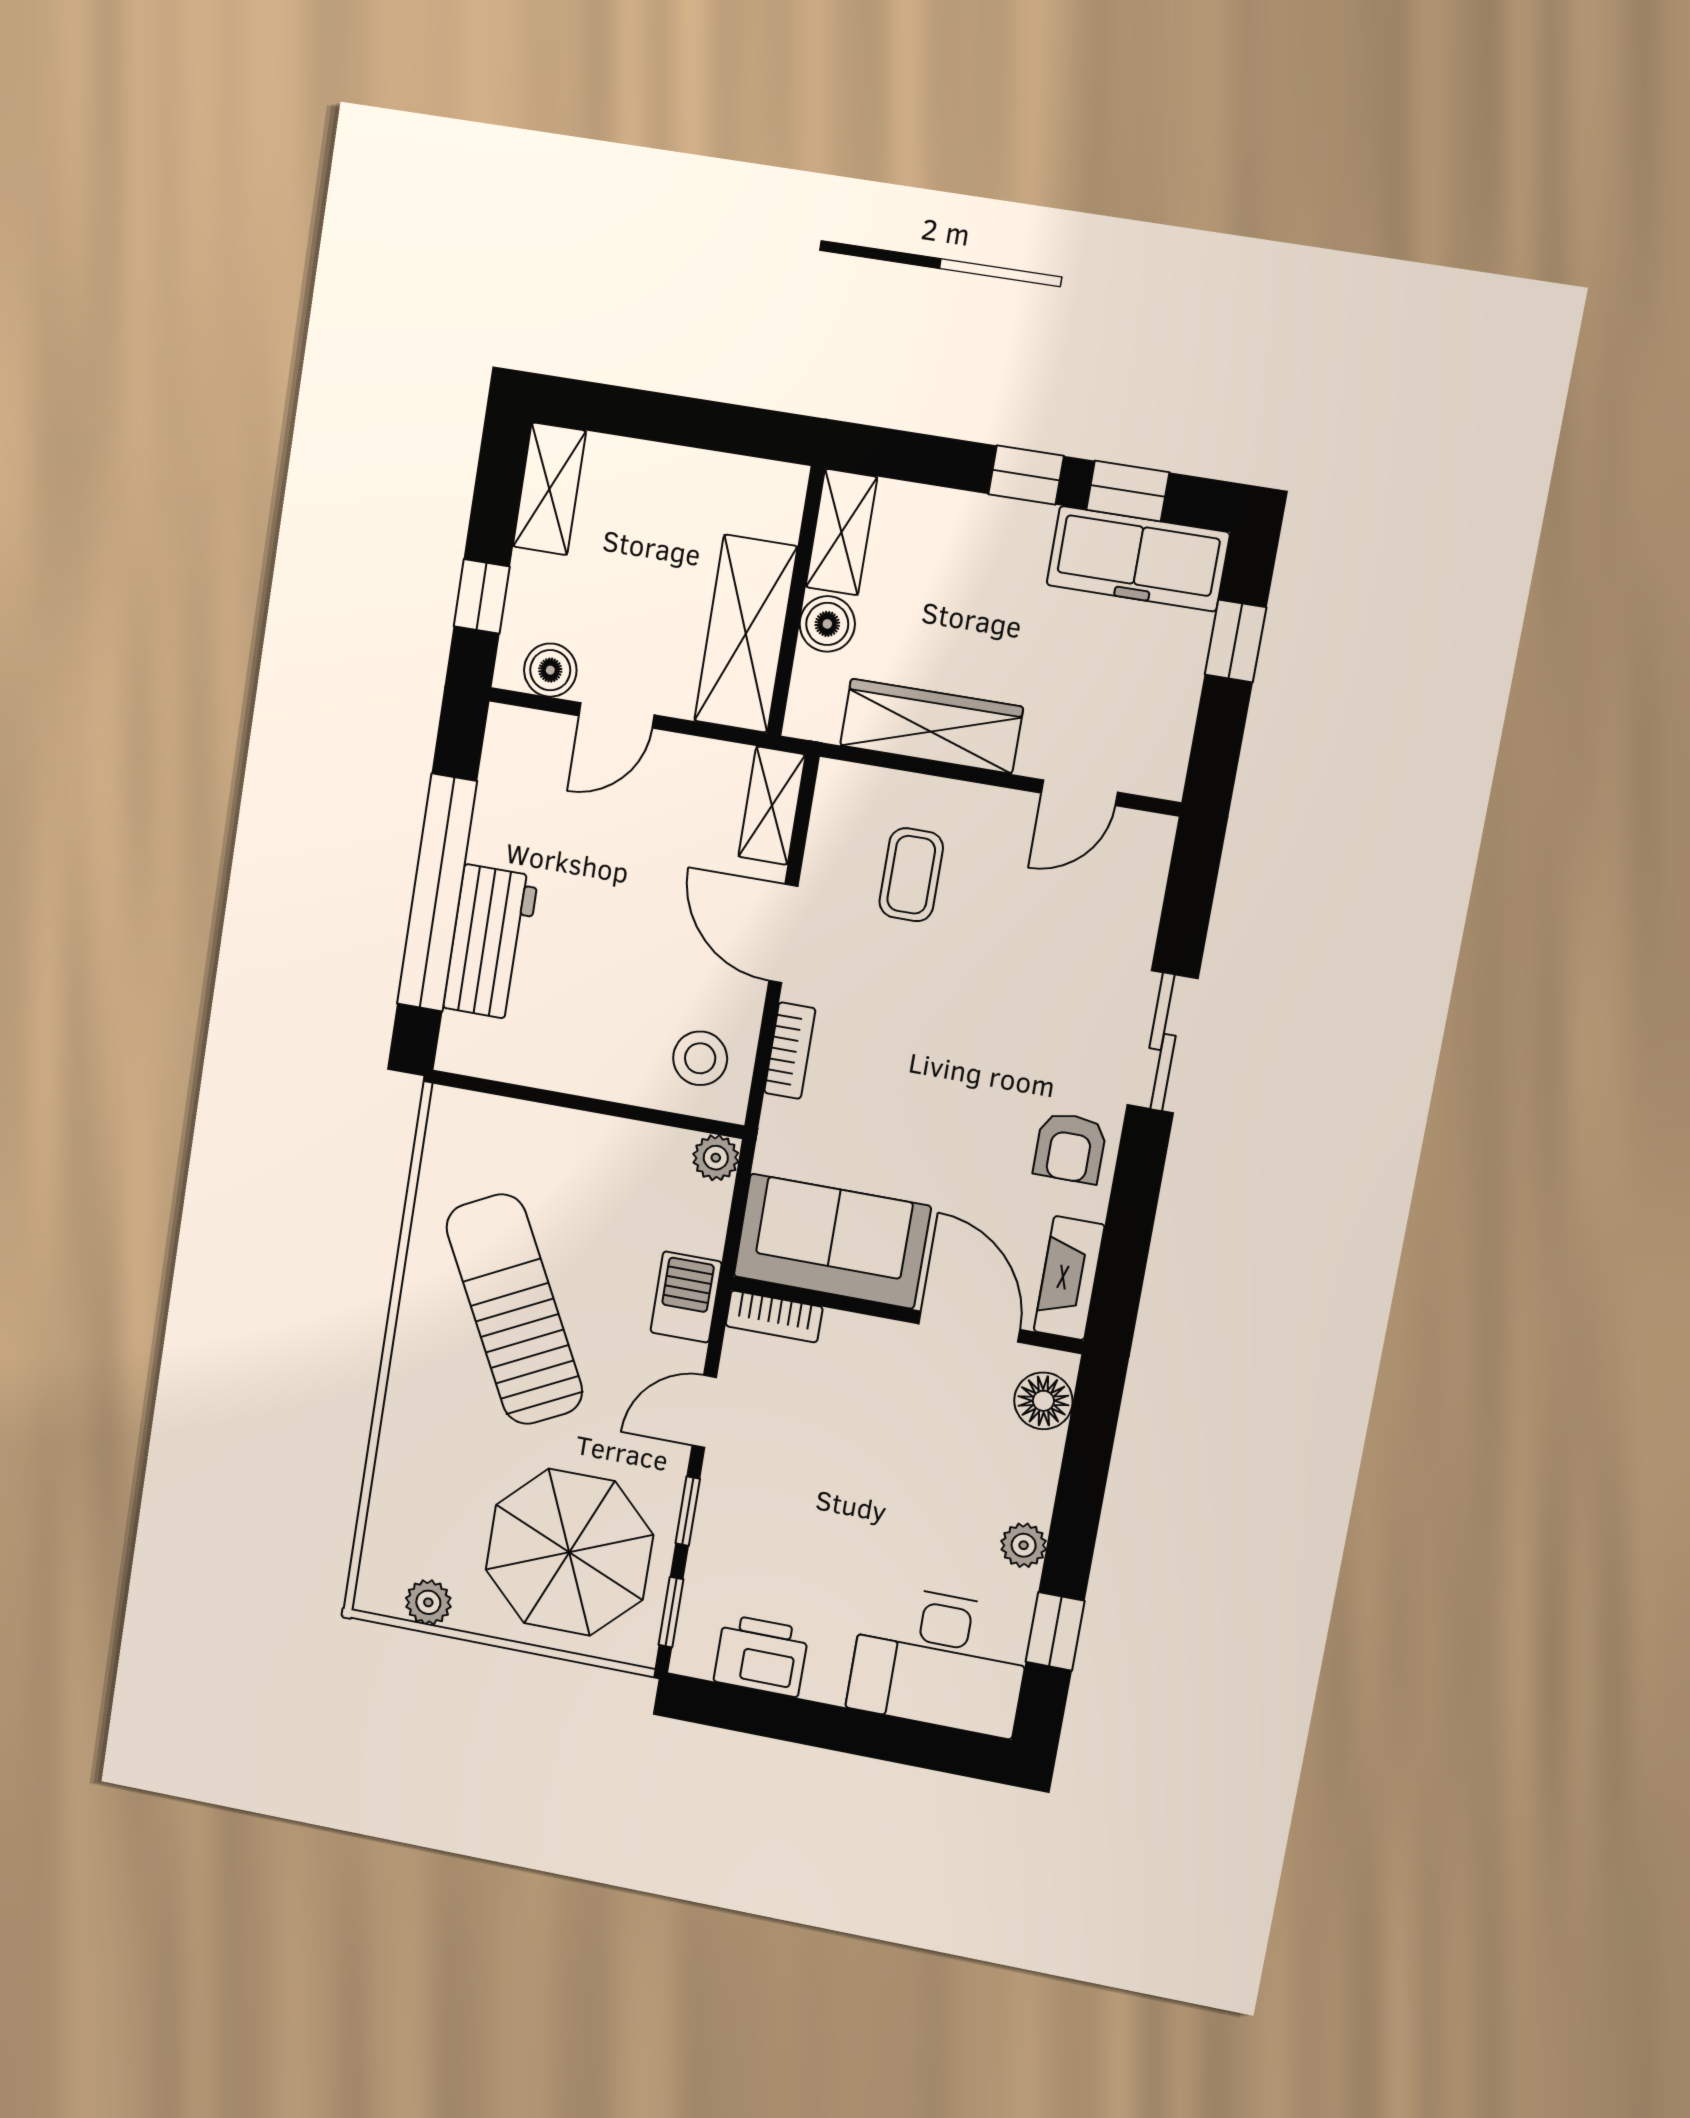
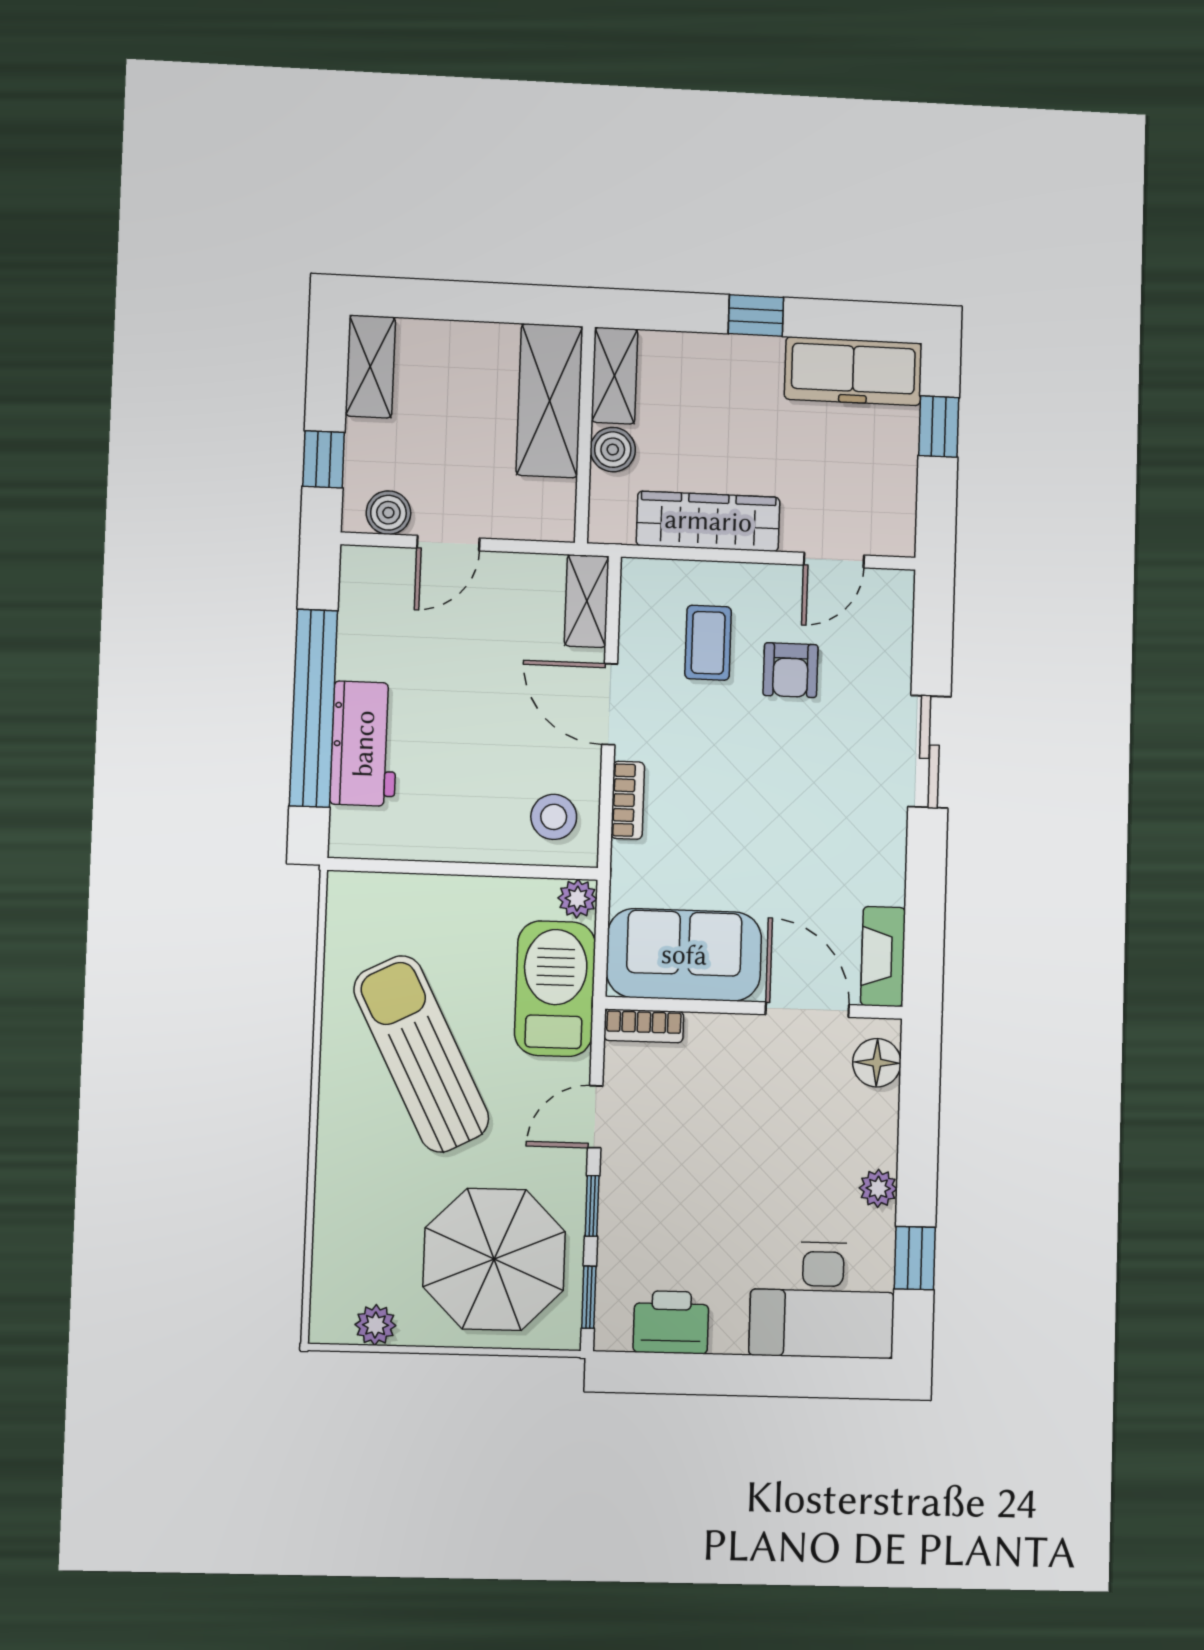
window: (1128, 491) -> (838, 320), removed
shelving: (746, 634) -> (550, 401), moved
armchair: (1070, 1148) -> (790, 670), moved
barbecue: (686, 1297) -> (555, 989), width x1.88, depth x1.53

